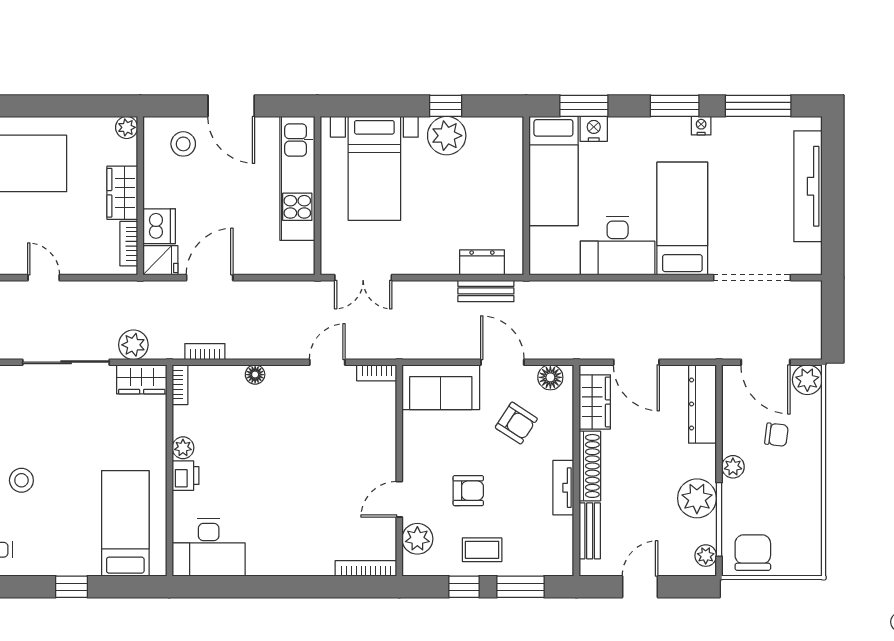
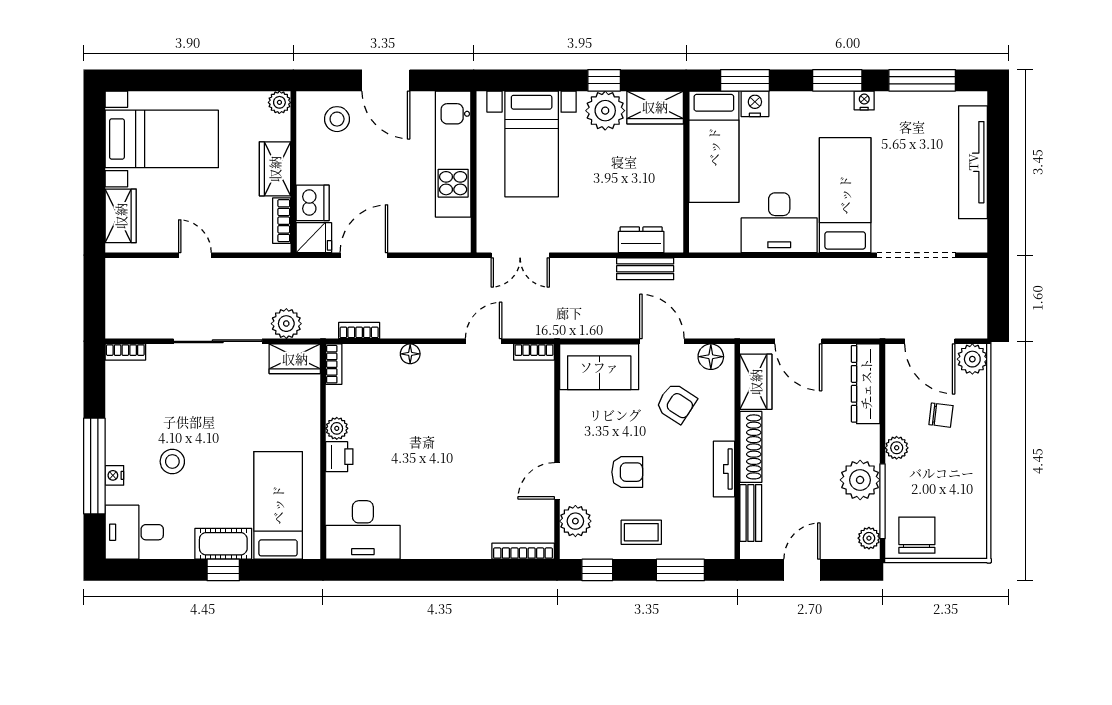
wardrobe: (496, 133) -> (655, 107), added
cot: (71, 561) -> (223, 544), added
window: (464, 587) -> (597, 570), moved

